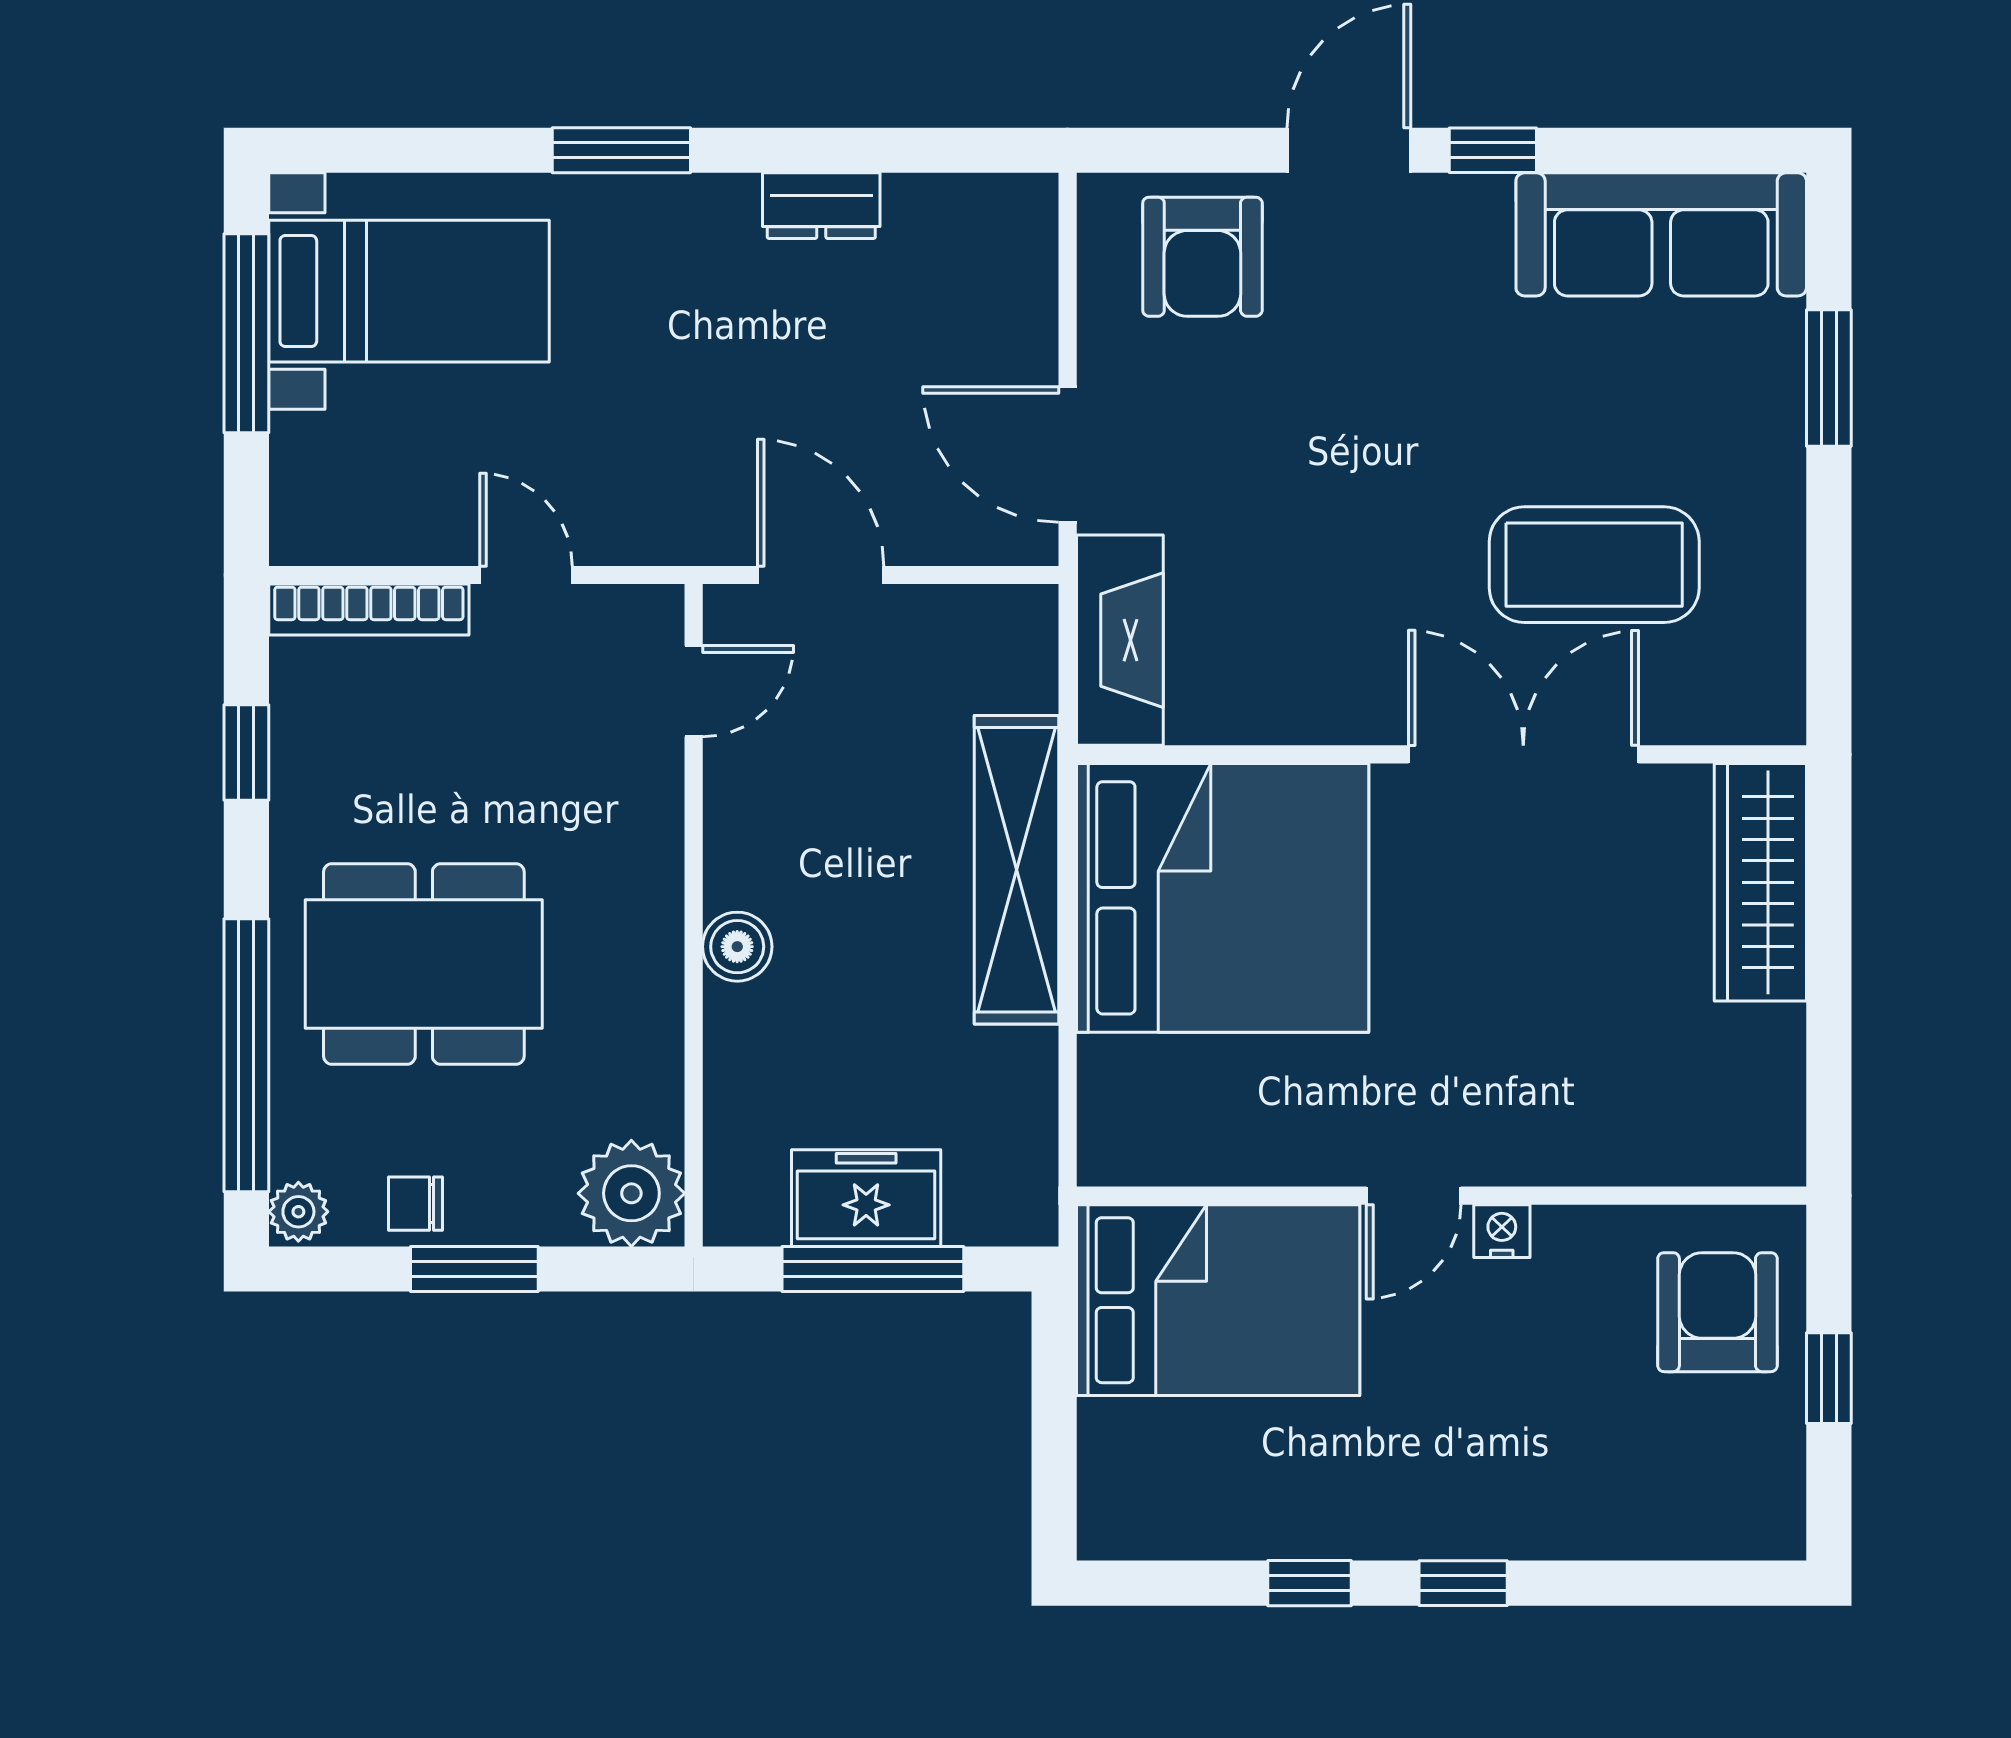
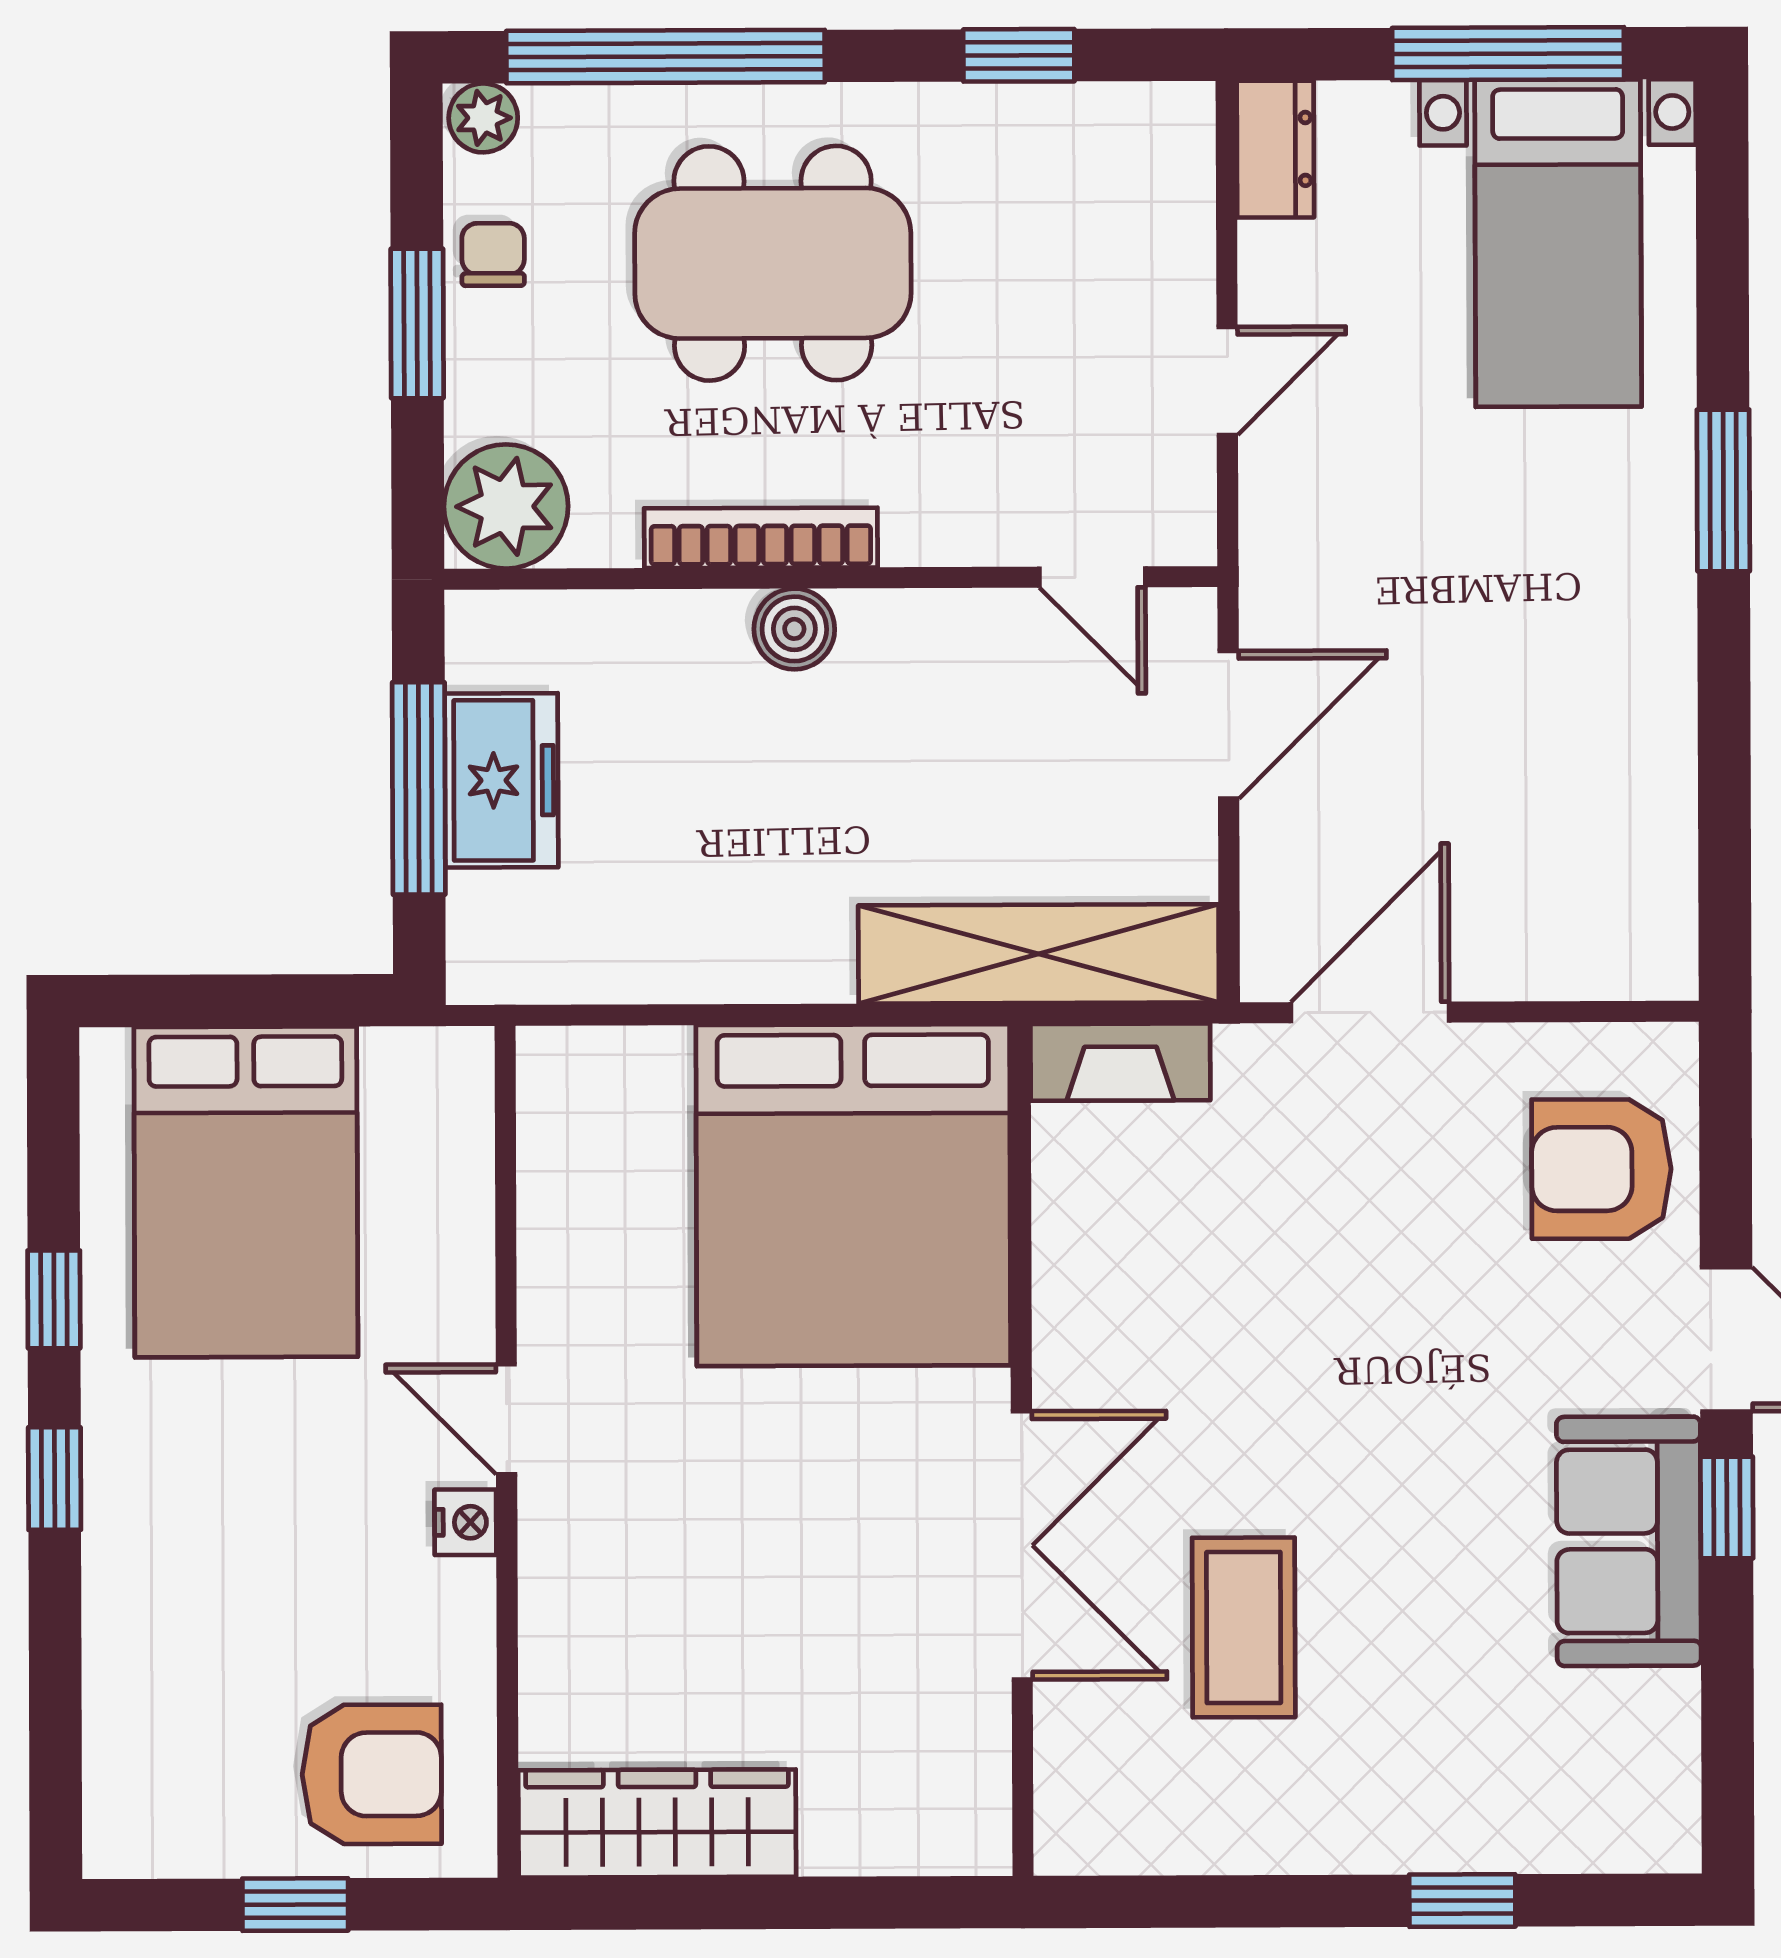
dresser: (821, 206) -> (1275, 149), moved, turned 180
sofa: (1661, 234) -> (1629, 1541), moved, width x0.73
window: (1829, 378) -> (1462, 1901), width x0.67
coffee table: (1594, 565) -> (1244, 1627), width x0.73, depth x0.76
bookcase: (369, 610) -> (761, 538), moved, turned 90
fireplace: (1120, 640) -> (1120, 1062), width x0.73, depth x0.76
shelving: (1016, 870) -> (1039, 954), moved
wardrobe: (1760, 882) -> (657, 1824), moved
dining table: (424, 964) -> (773, 263), turned 90
bed: (1218, 1300) -> (246, 1192), moved

